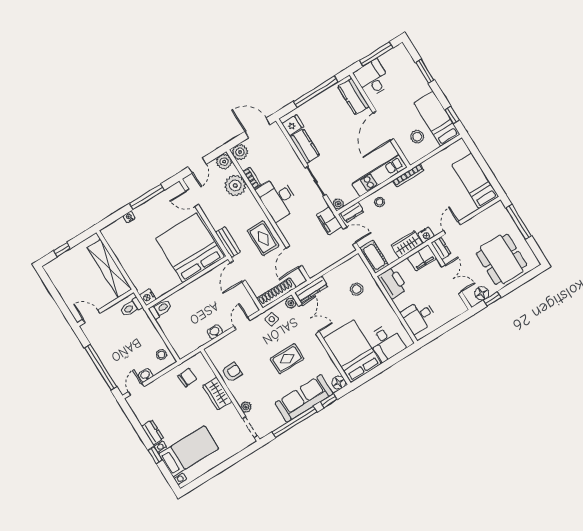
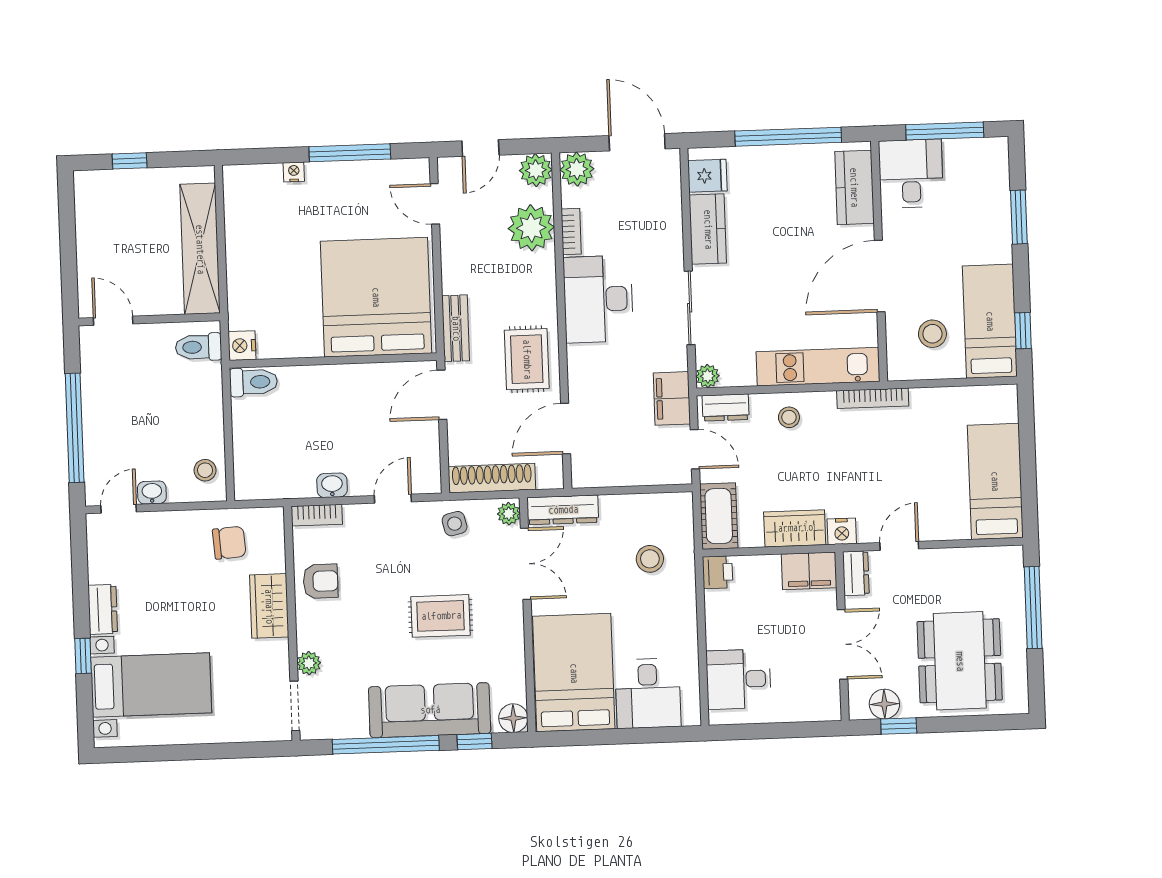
printer: (392, 283) -> (718, 572), width x0.53, depth x0.68
bookcase: (216, 347) -> (317, 515), added

